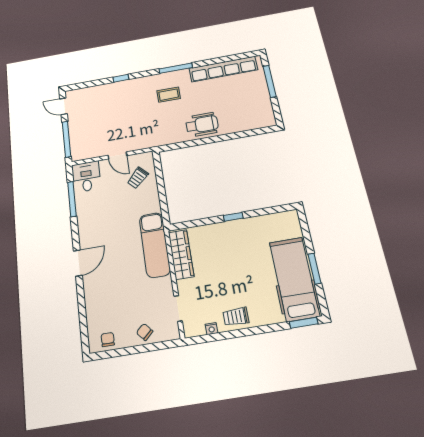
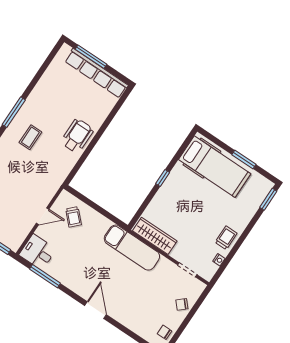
row of seats: (223, 69) -> (96, 73), moved, turned 90
hospital bed: (294, 279) -> (215, 167), moved, turned 180
trolley: (236, 317) -> (226, 238), turned 180

